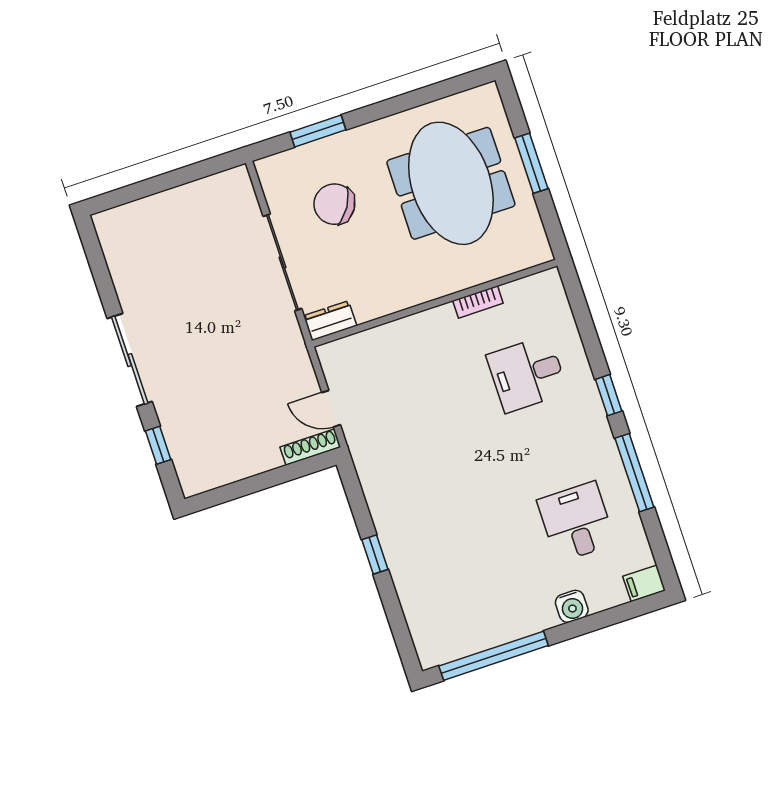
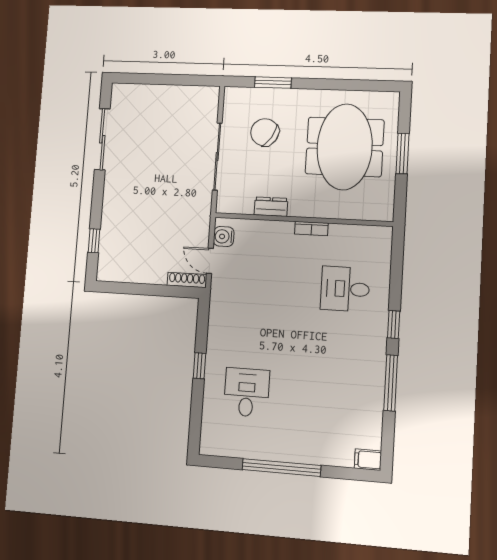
bookcase: (478, 302) -> (311, 229), moved
dresser: (330, 321) -> (271, 207), moved
sliding door: (130, 360) -> (102, 139), moved
desk: (576, 522) -> (247, 392), moved
water cooler: (572, 606) -> (224, 237), moved, turned 90
window: (494, 656) -> (281, 468), moved

